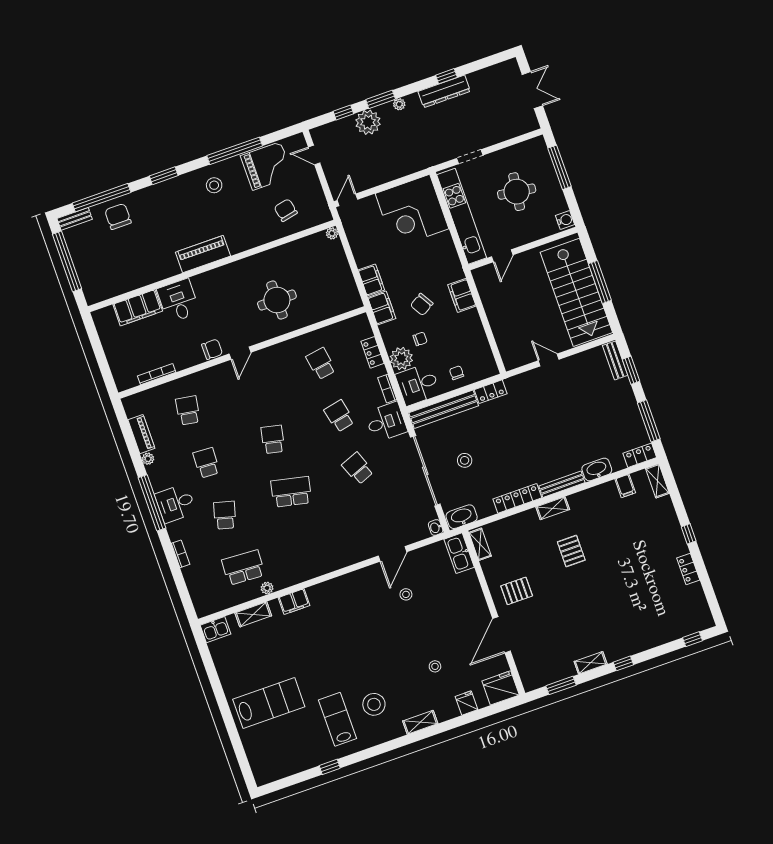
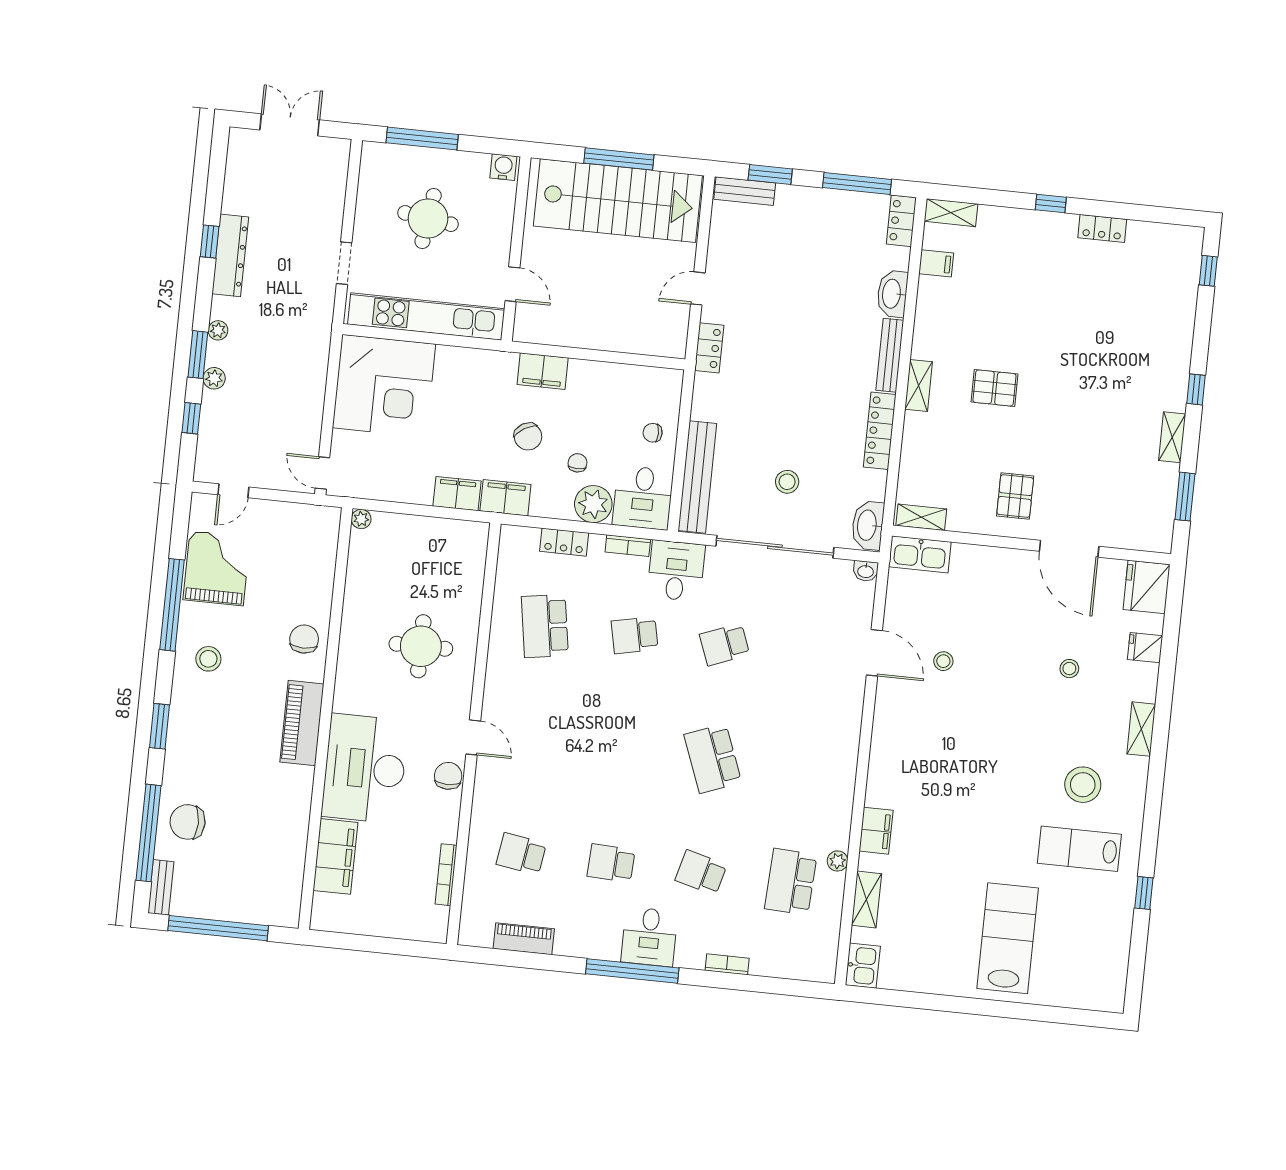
plant: (368, 122) -> (214, 378), width x0.53, depth x0.53
chair: (286, 210) -> (304, 639), moved, turned 102
desk: (178, 301) -> (365, 769), width x1.87, depth x1.30
school desk: (321, 364) -> (545, 626), width x1.85
locker: (491, 392) -> (709, 348), moved
school desk: (273, 439) -> (623, 749), removed
plant: (148, 459) -> (564, 946), removed
school desk: (291, 492) -> (713, 758), turned -33

